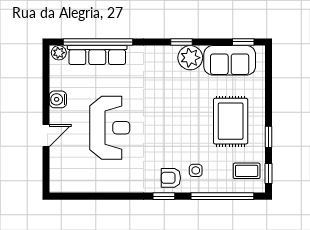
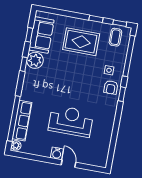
window: (243, 42) -> (29, 35), moved
water cooler: (58, 99) -> (57, 153), moved

